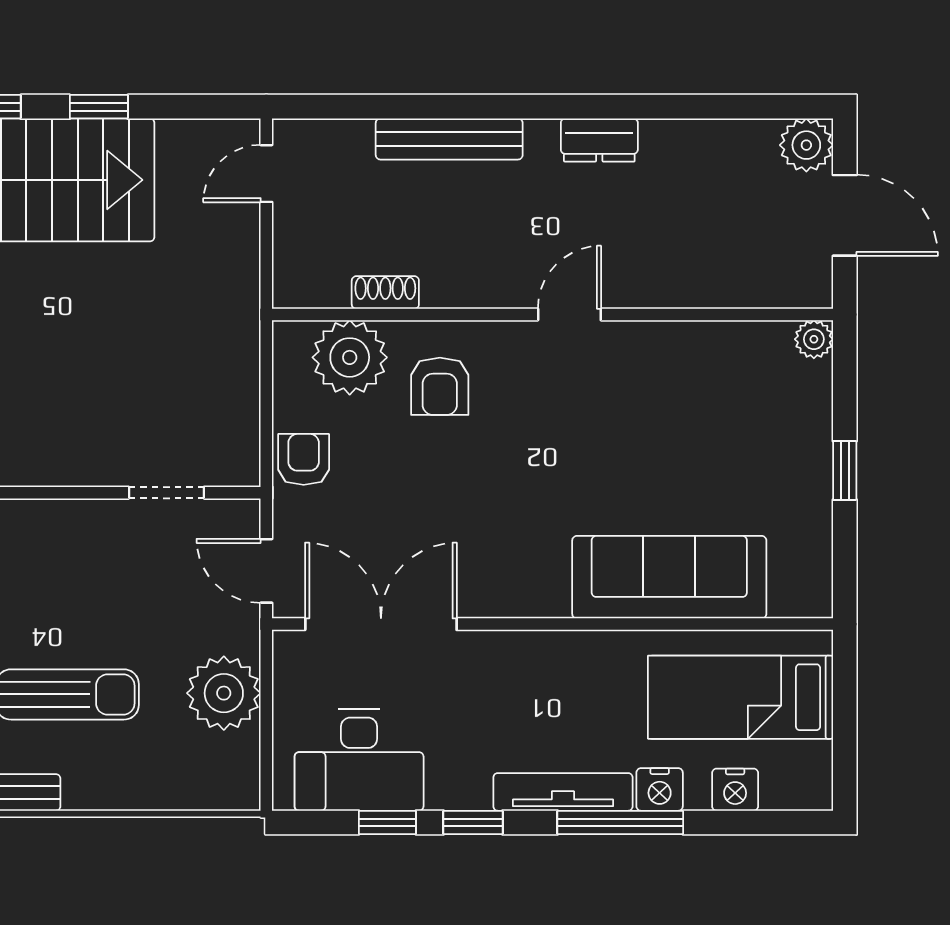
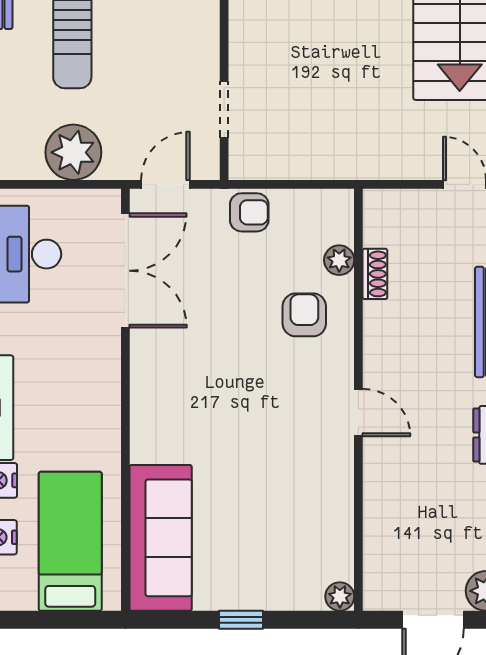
plant: (350, 357) -> (339, 260), width x0.53, depth x0.53
armchair: (440, 386) -> (304, 315), turned 90
sofa: (669, 577) -> (161, 538), moved

